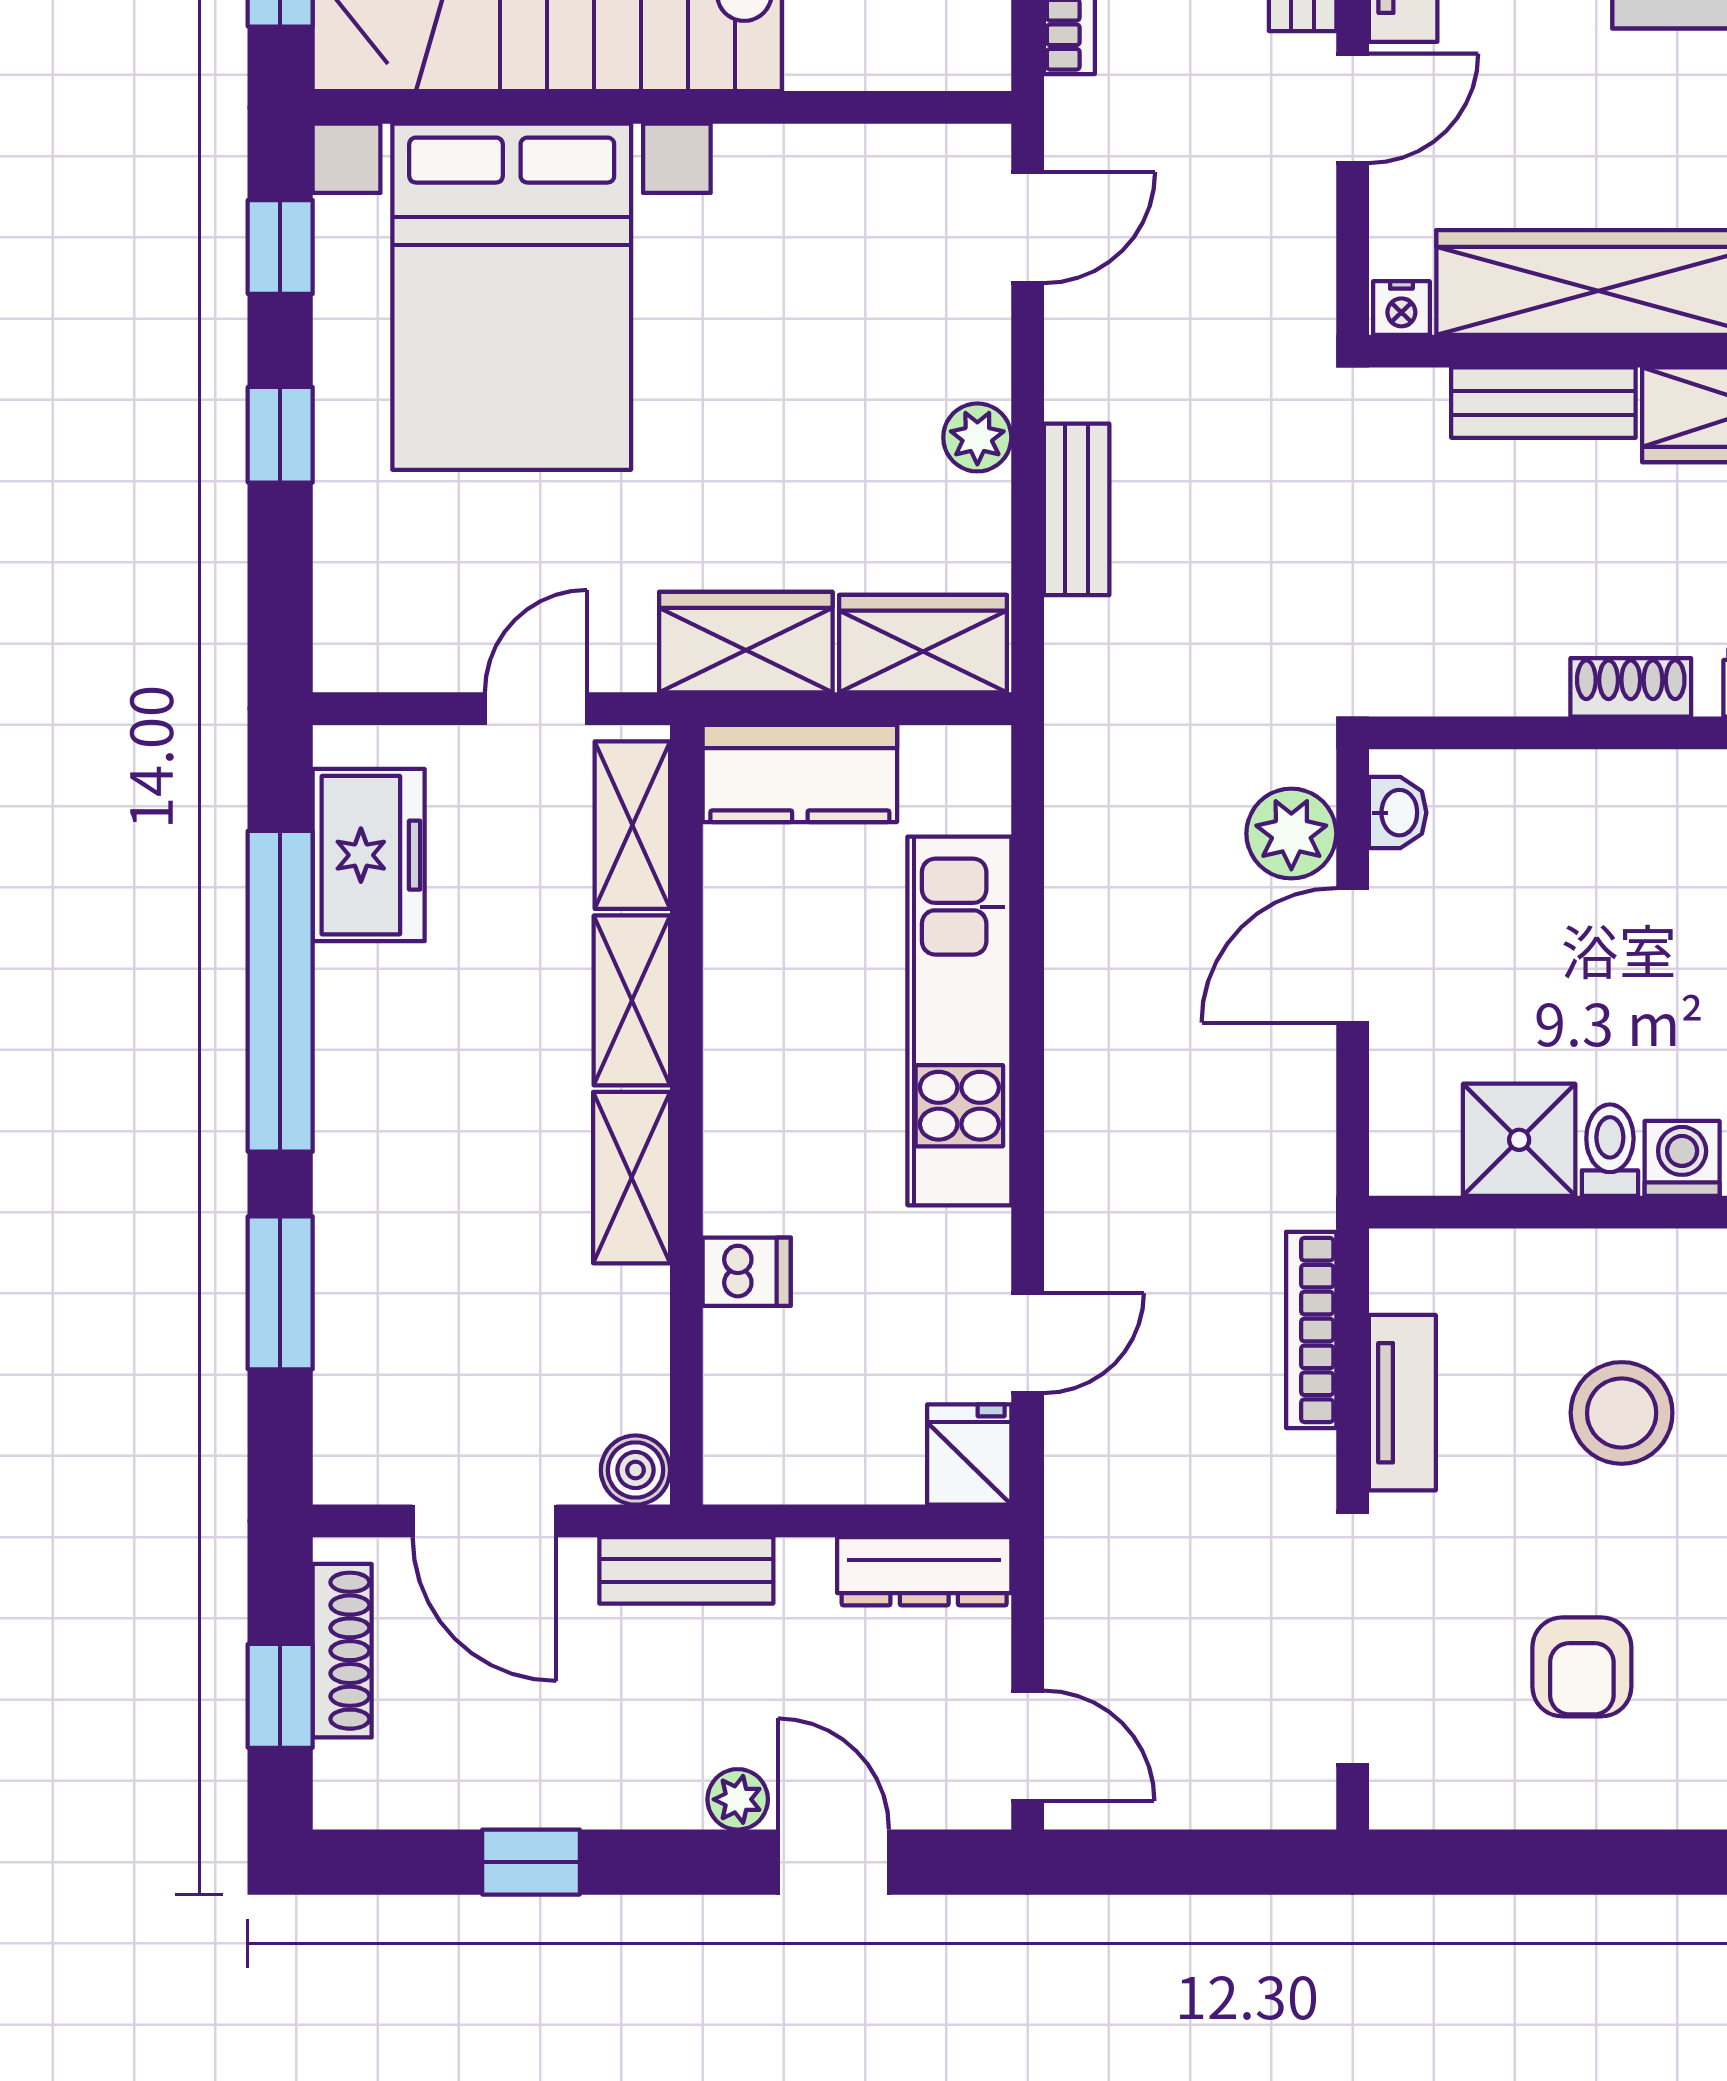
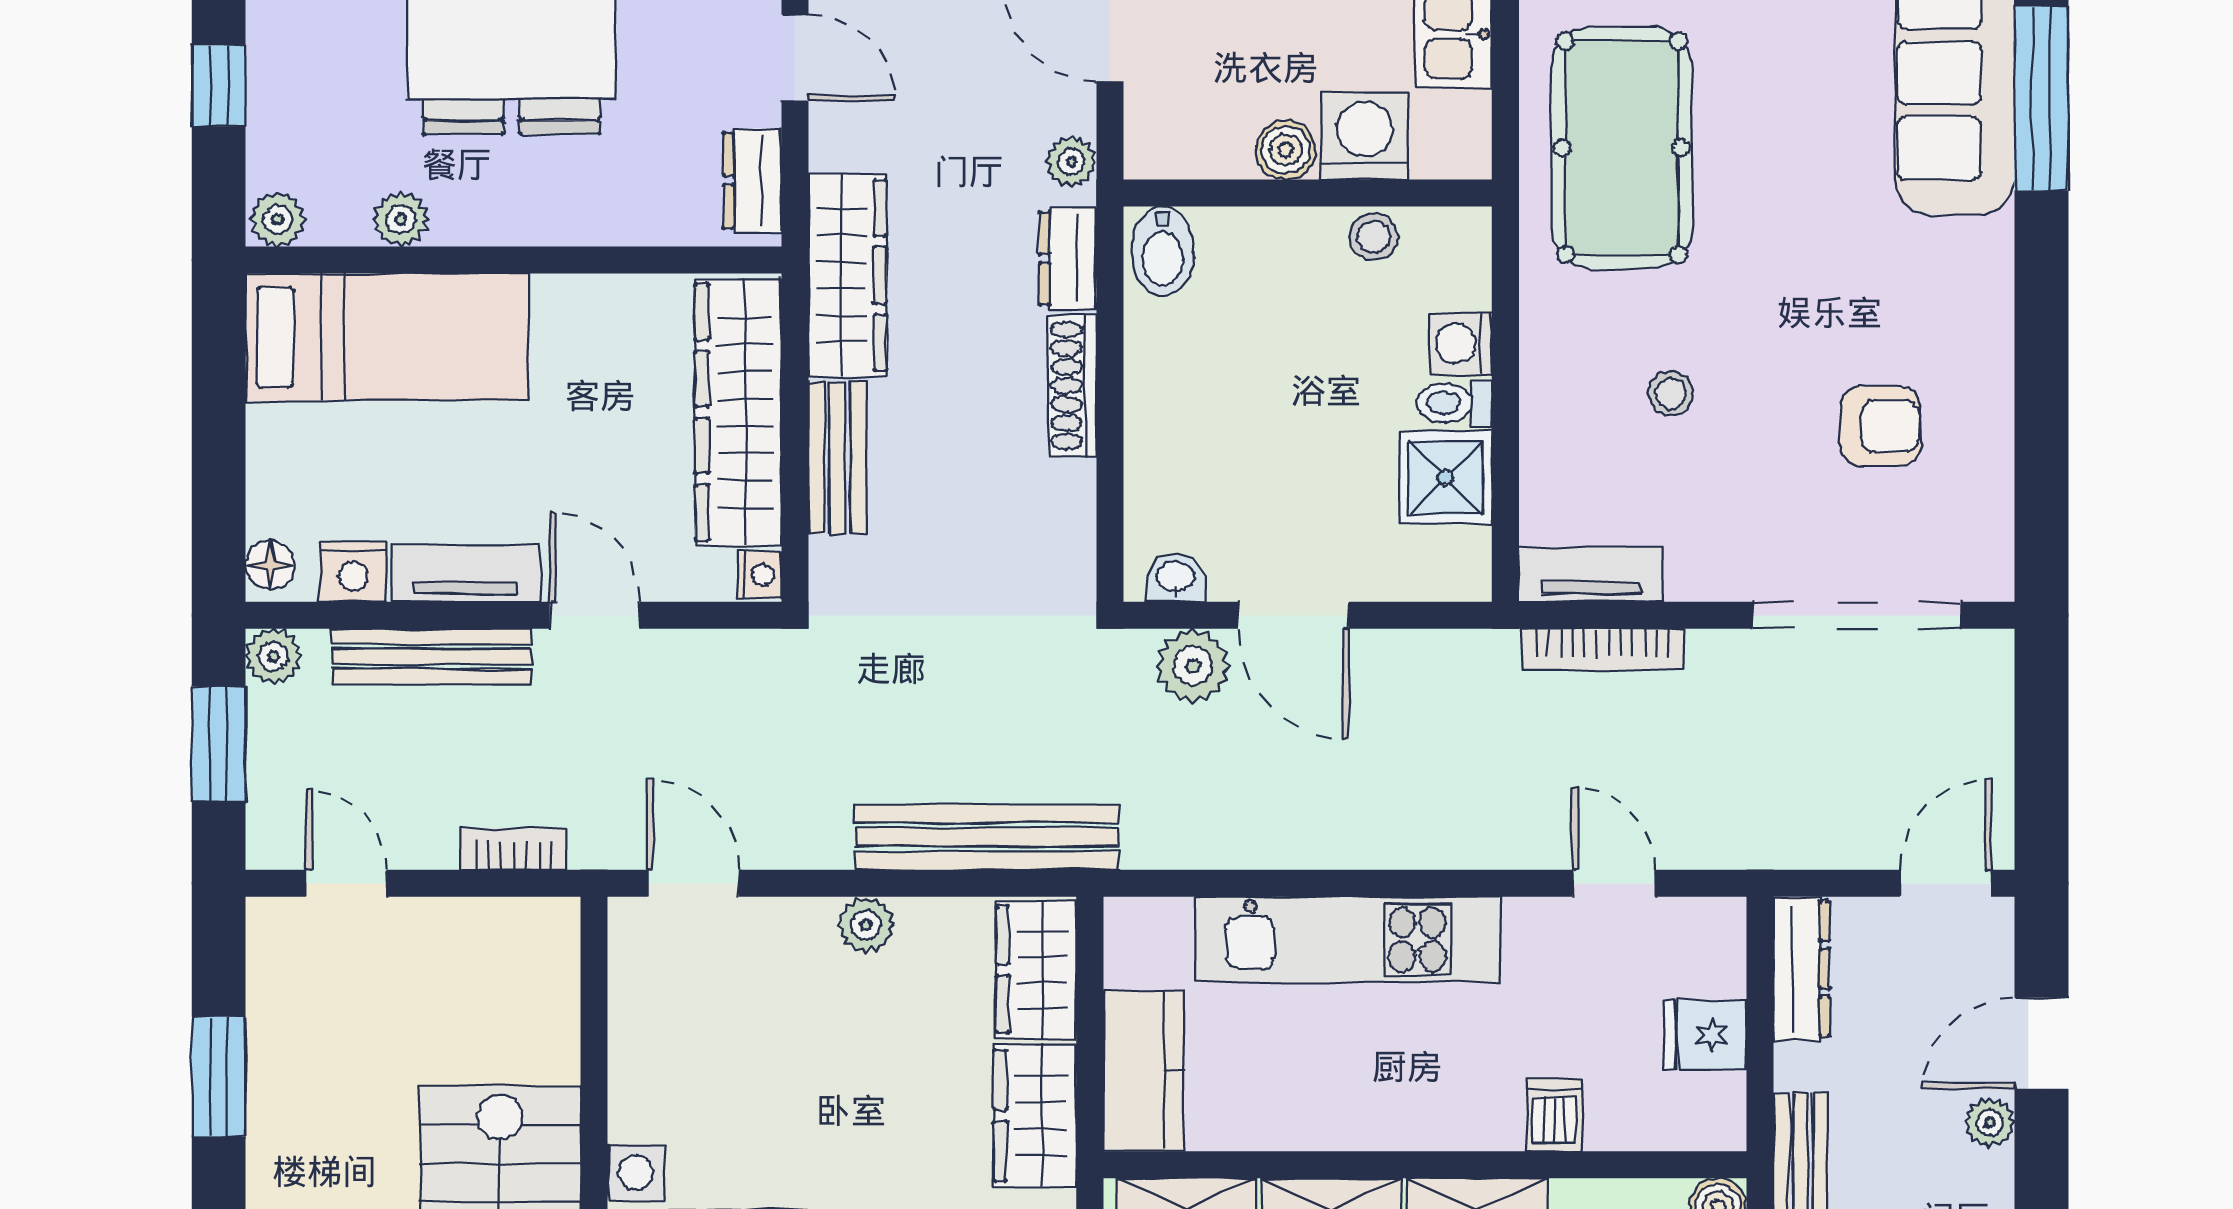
bench: (1077, 509) -> (987, 837), width x1.86, depth x1.21
shoe rack: (1631, 687) -> (1072, 386), width x1.43
tv unit: (1402, 1403) -> (1591, 574), moved
stool: (1622, 1413) -> (1671, 393), width x0.53, depth x0.53
fridge: (969, 1455) -> (1705, 1035), moved

